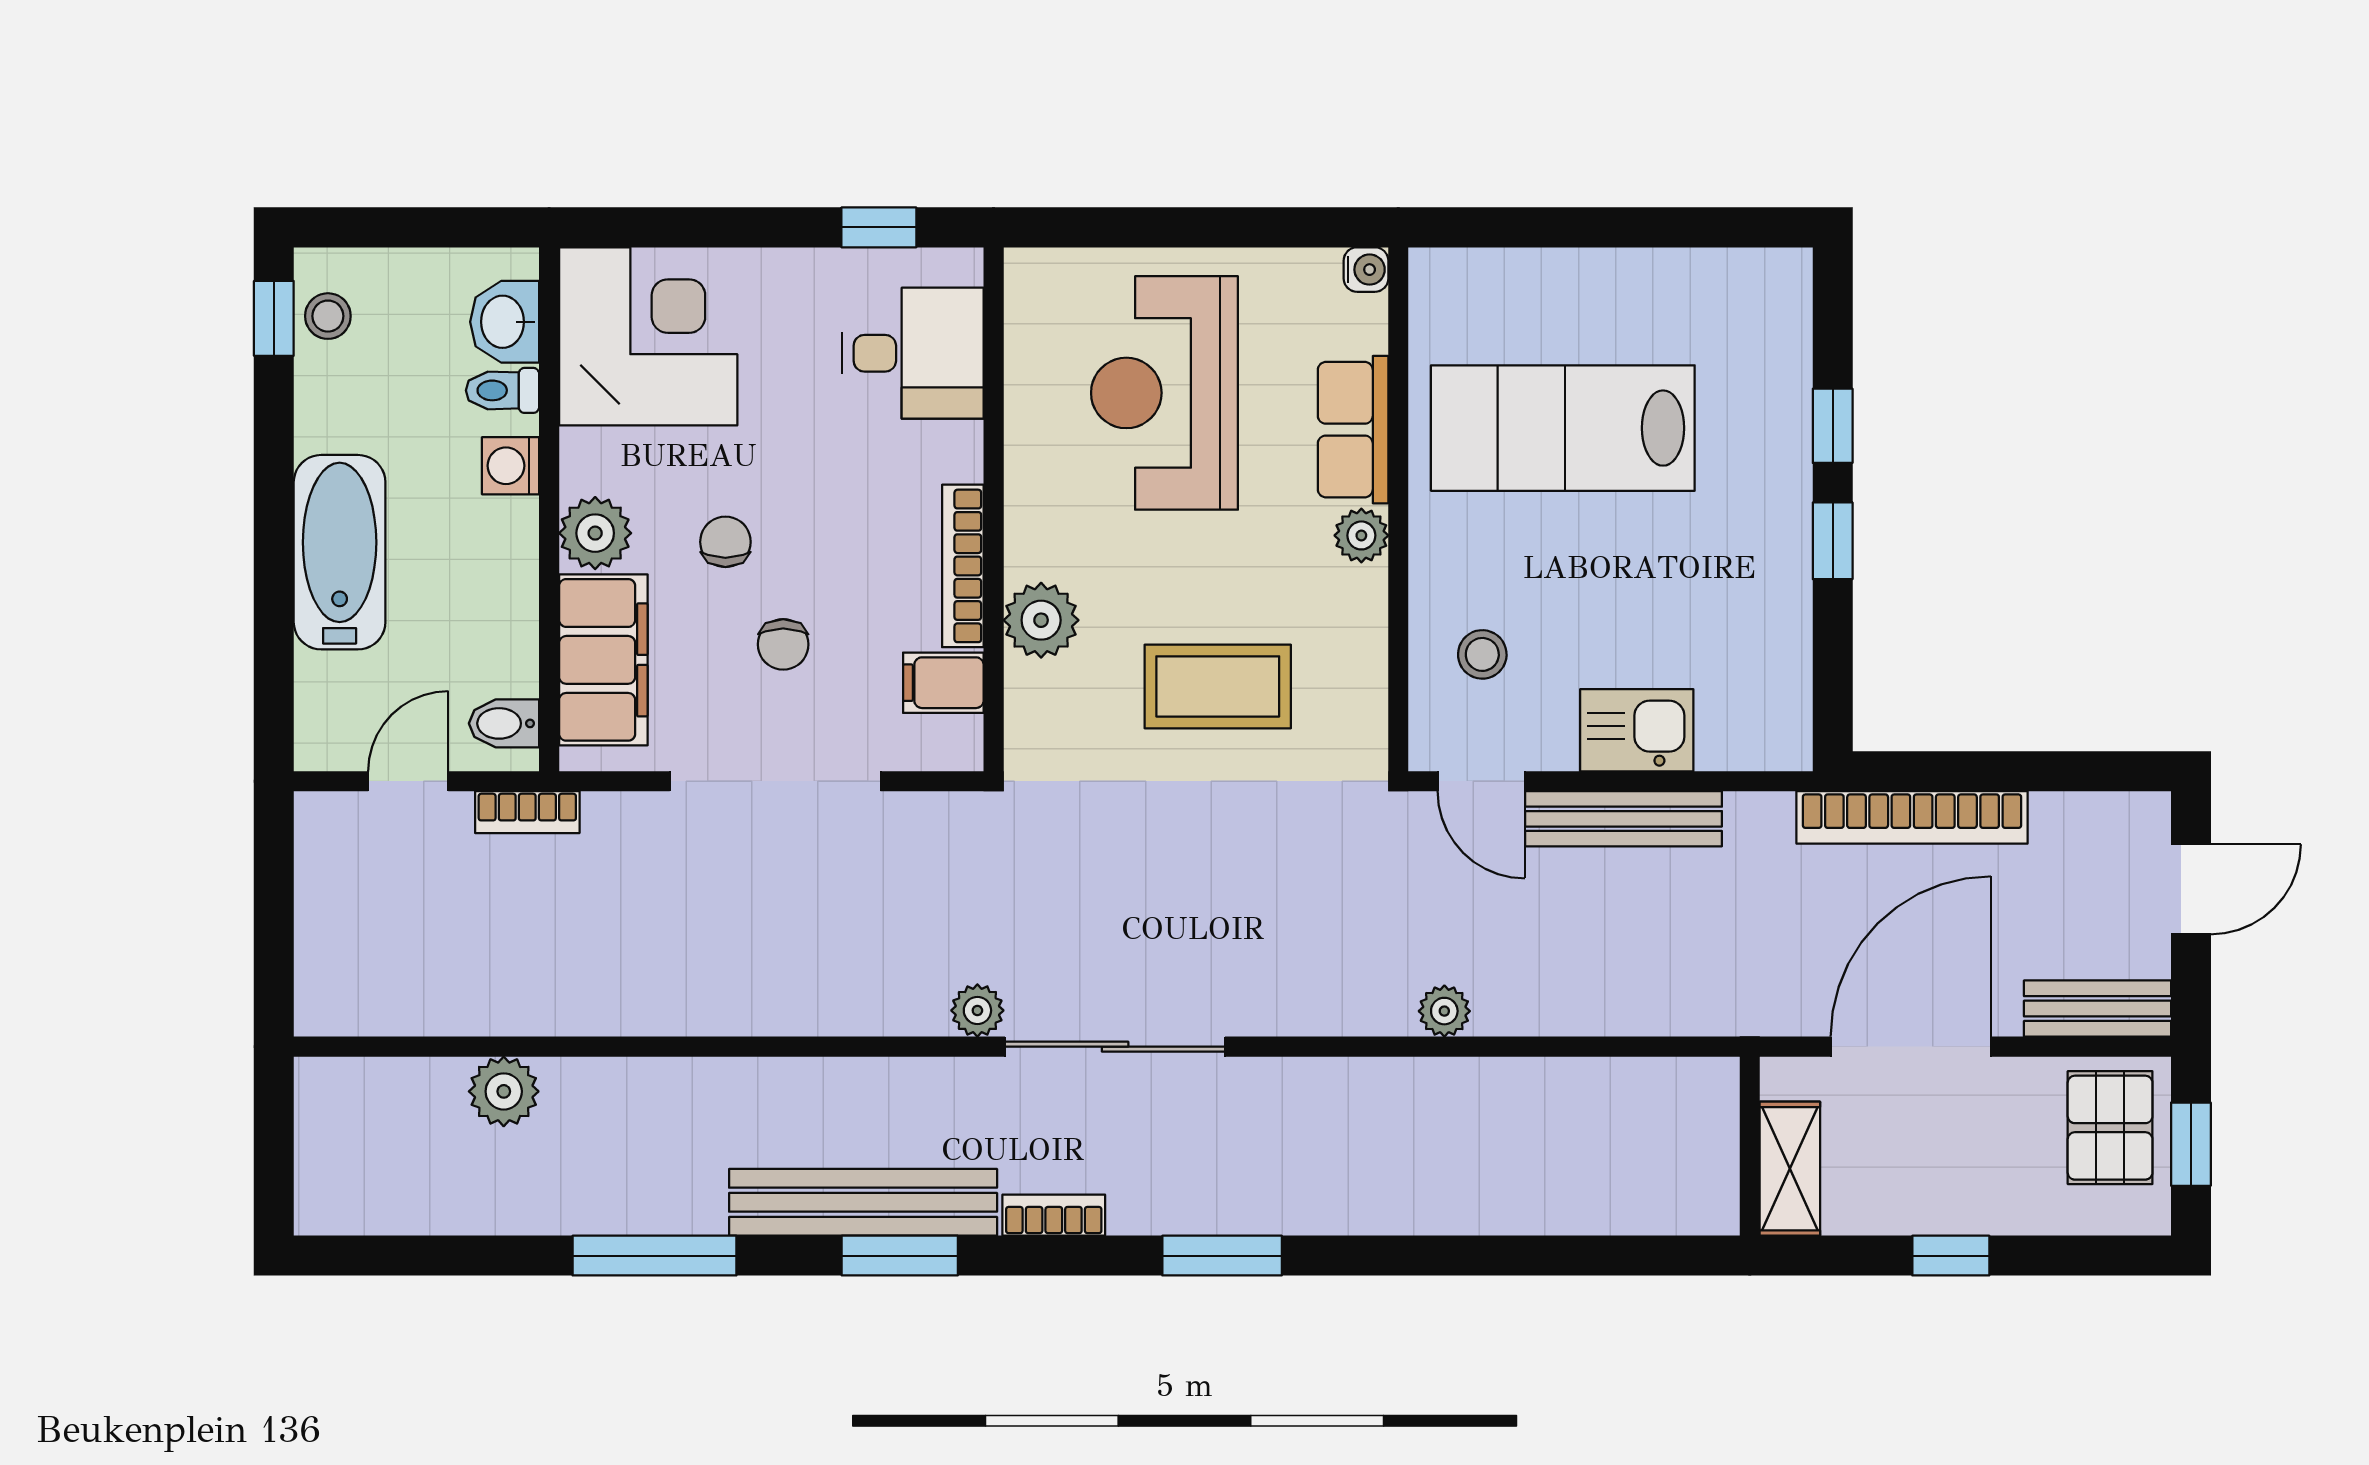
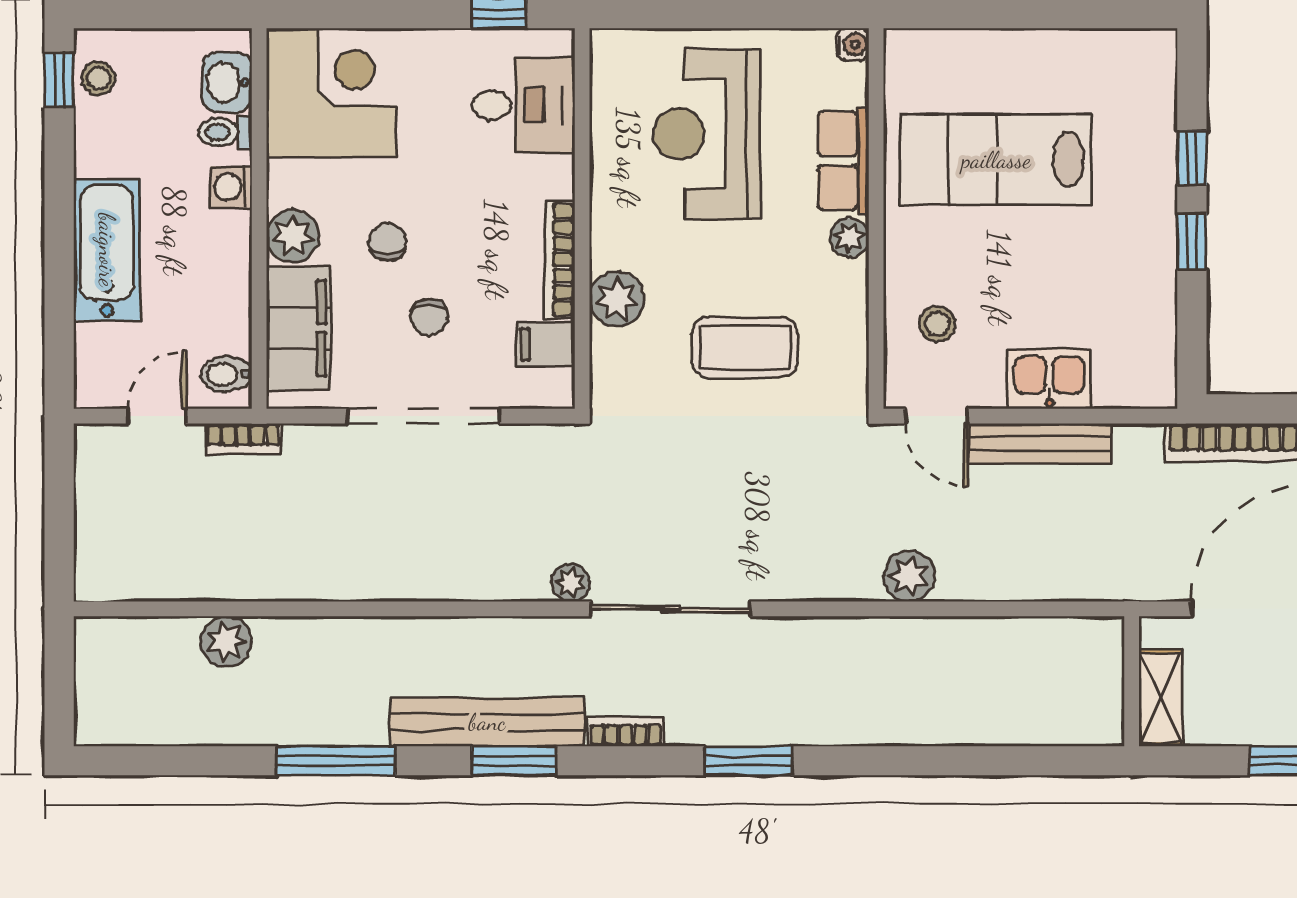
plant: (1444, 1011) -> (910, 576), width x1.38, depth x1.38

